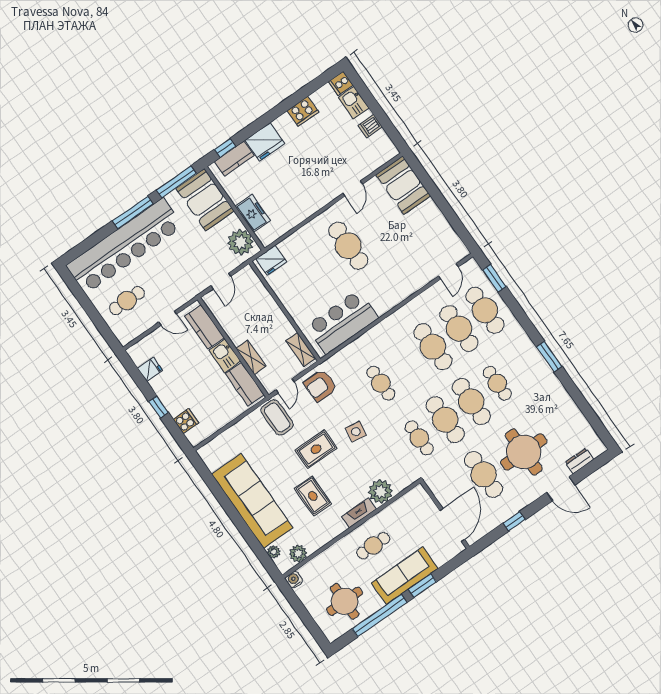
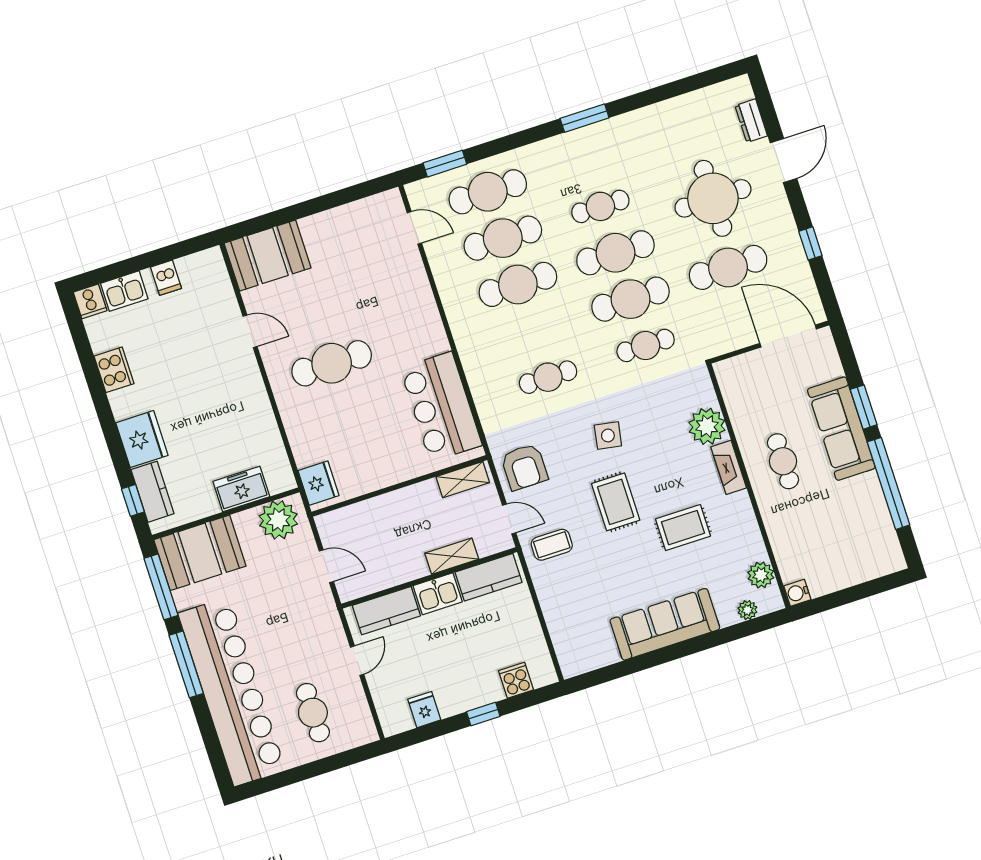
coffee table: (277, 417) -> (552, 545), width x0.73, depth x0.77
sofa: (252, 501) -> (665, 624), width x0.74, depth x0.79
round table: (345, 601) -> (852, 528), removed

